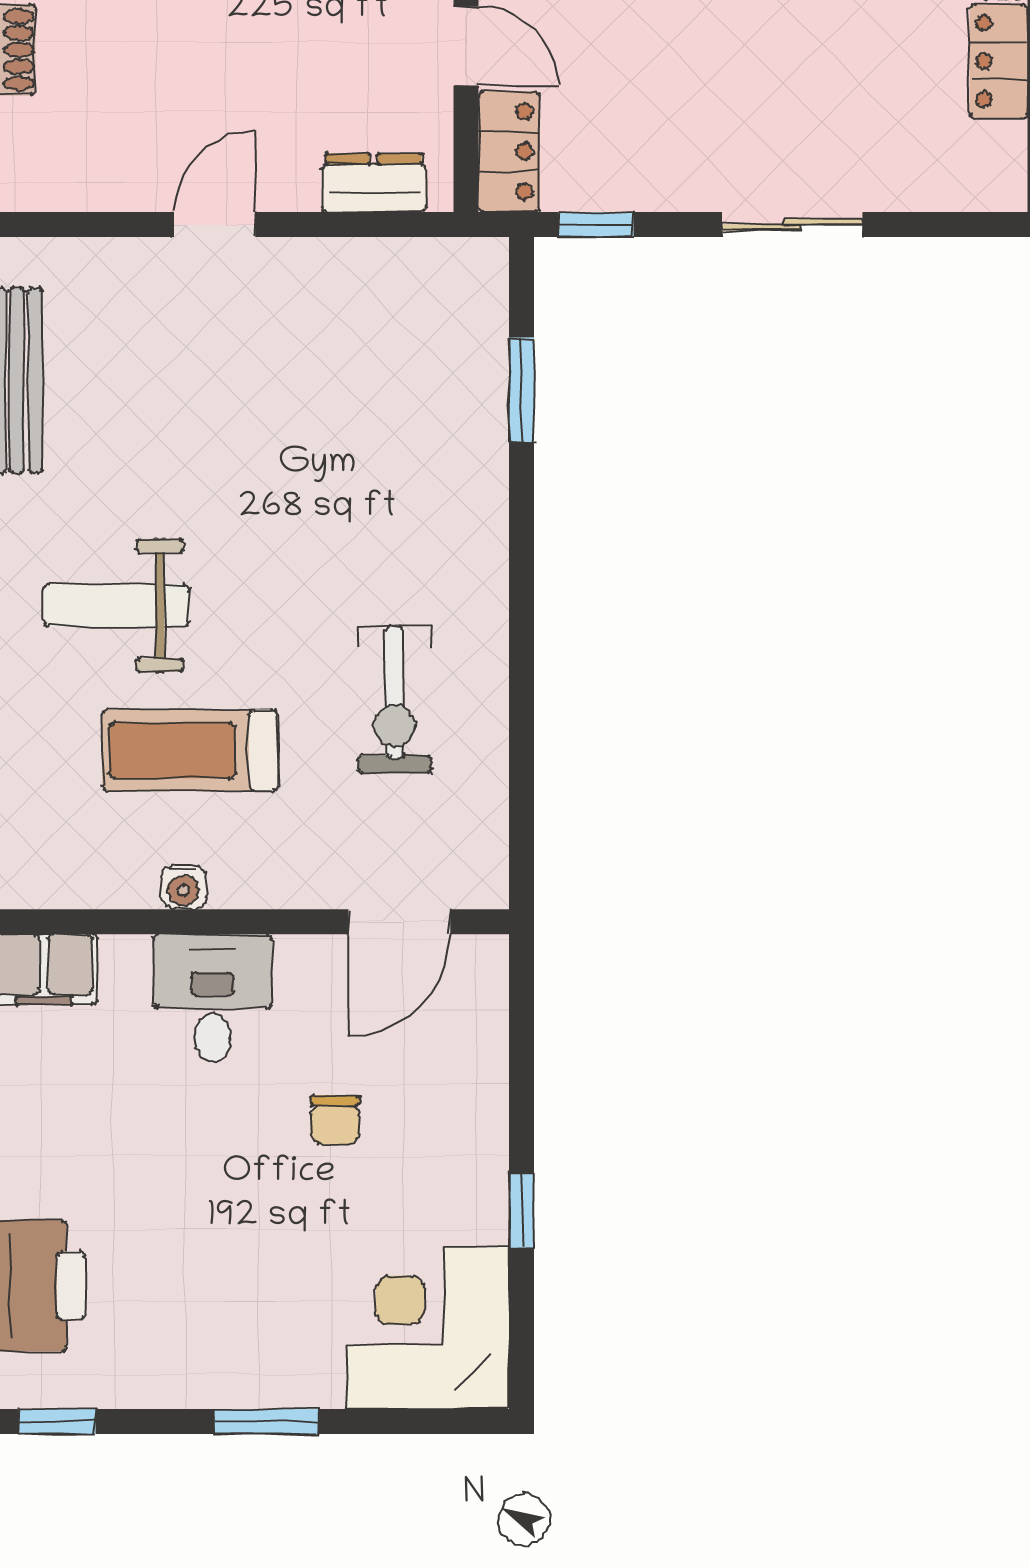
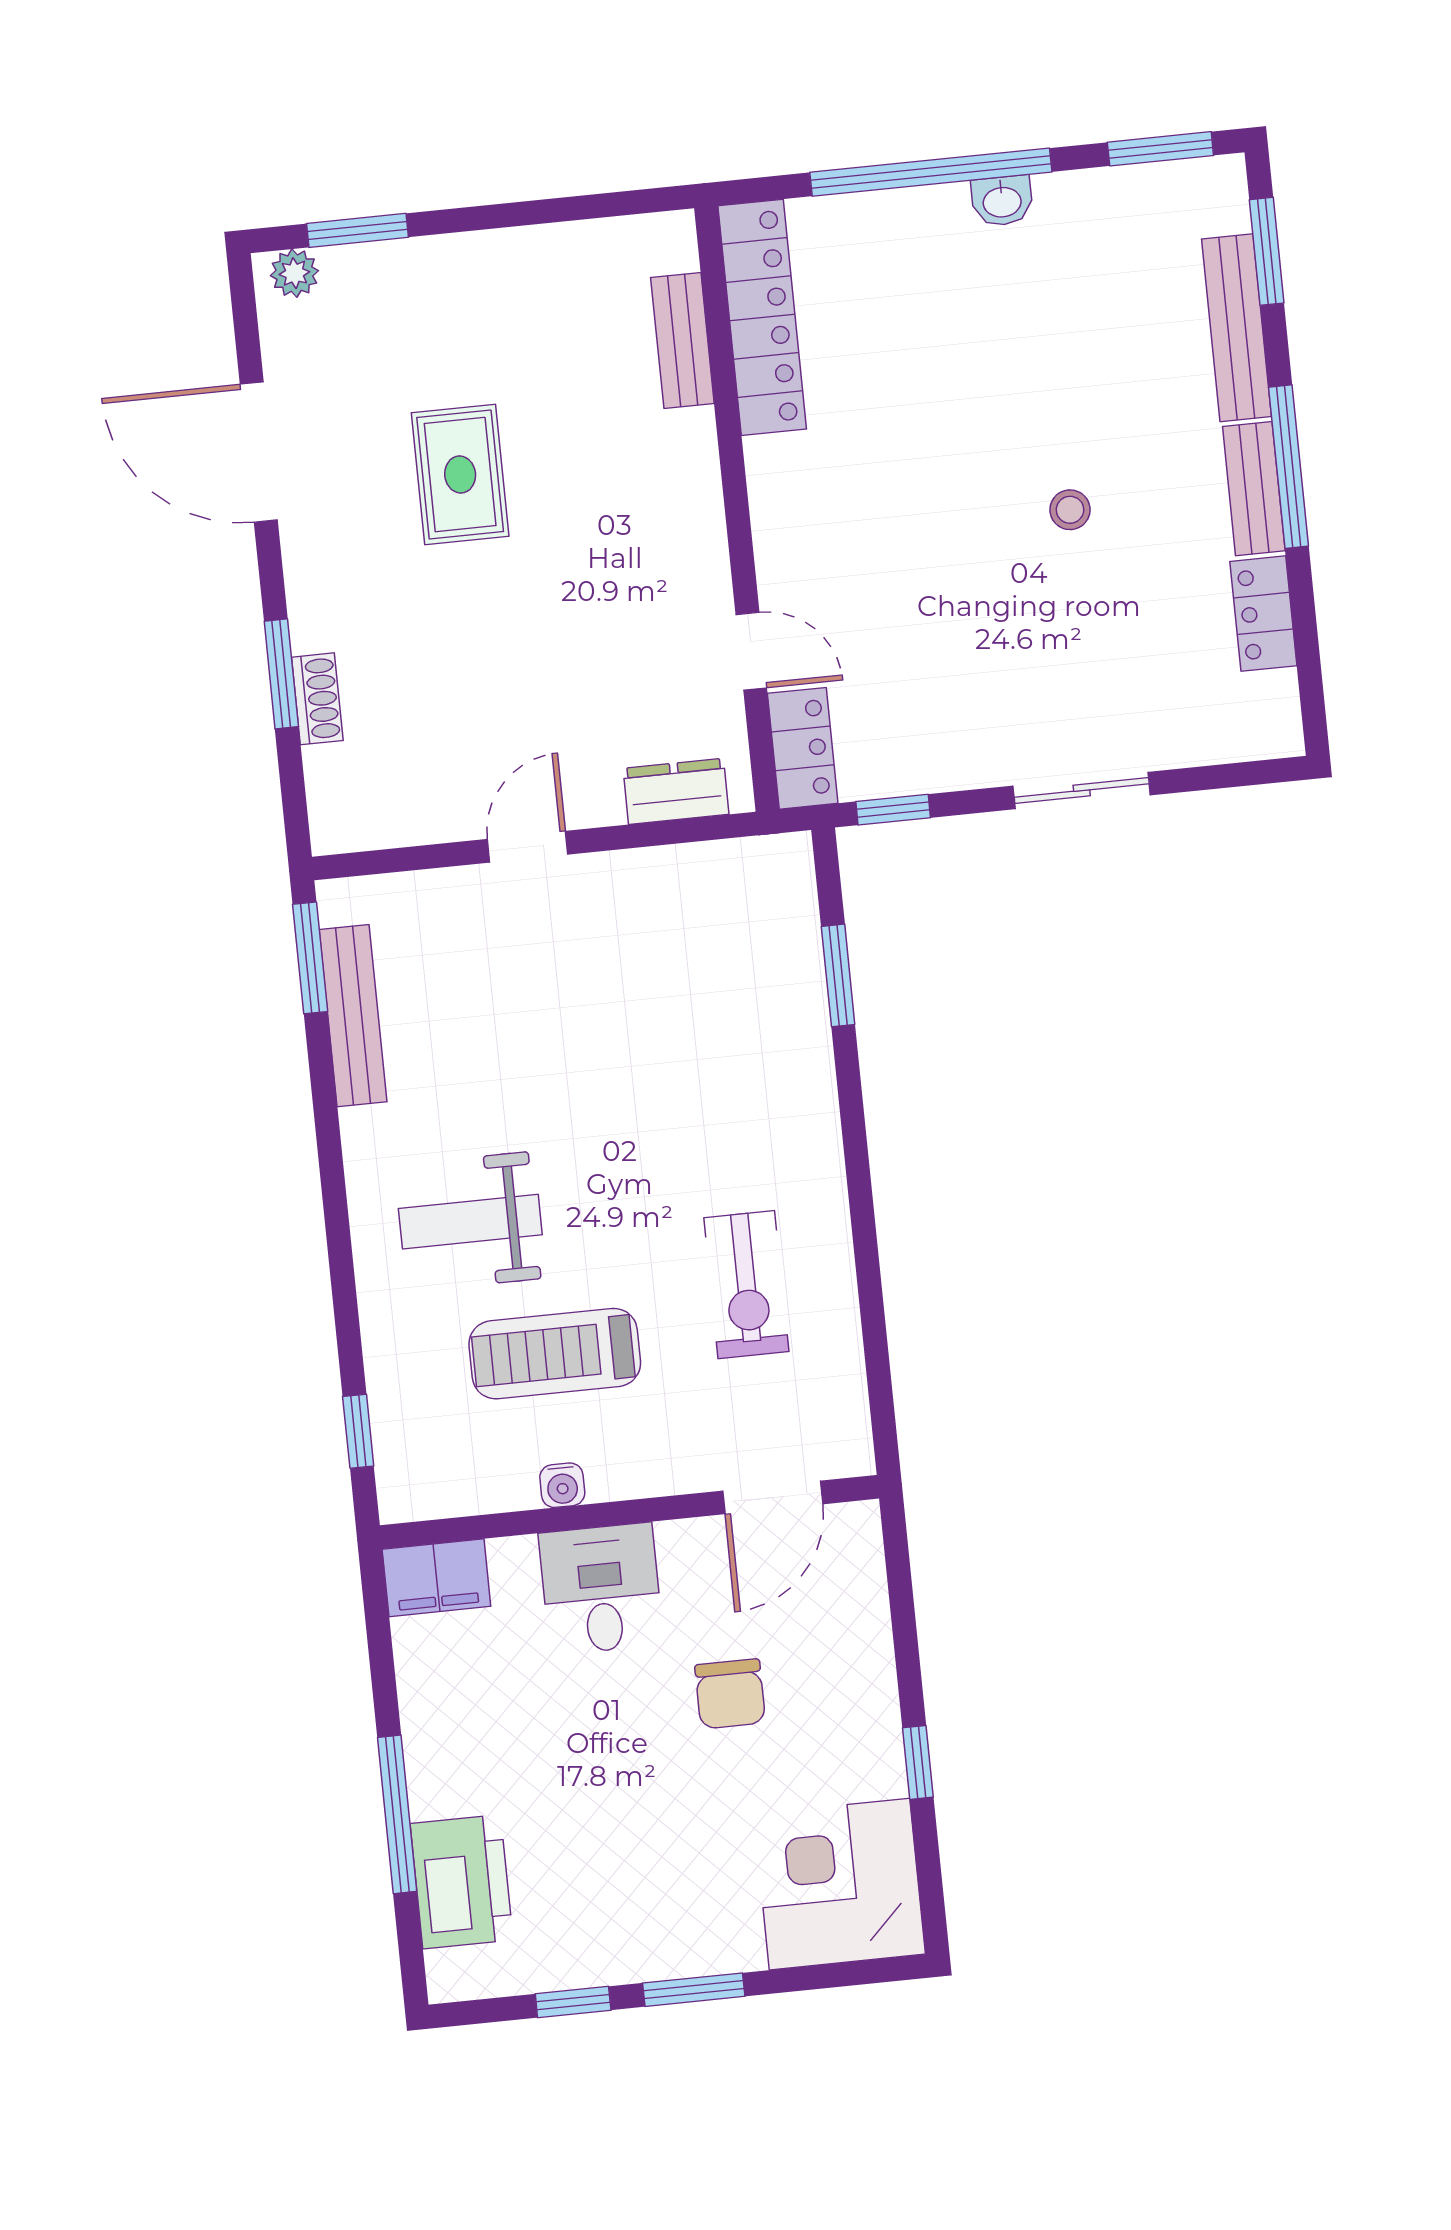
chair: (335, 1120) -> (730, 1694), width x1.37, depth x1.37
window: (57, 1422) -> (573, 2002), moved

